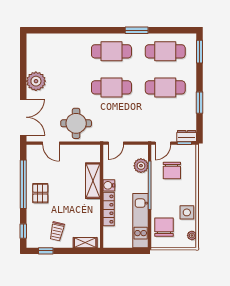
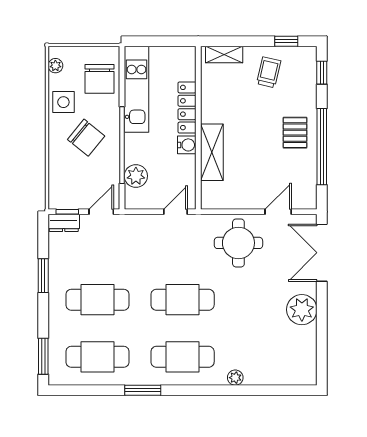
plant: (78, 38) -> (235, 378), added
door: (51, 143) -> (278, 212), hinge flipped
chair: (172, 170) -> (86, 138), moved, turned 129

